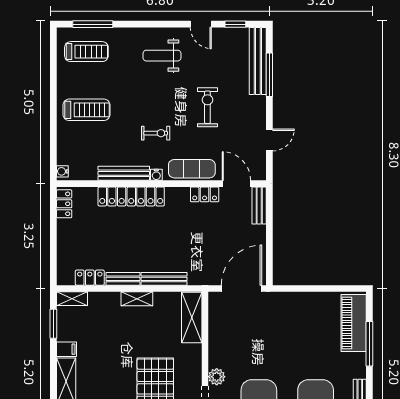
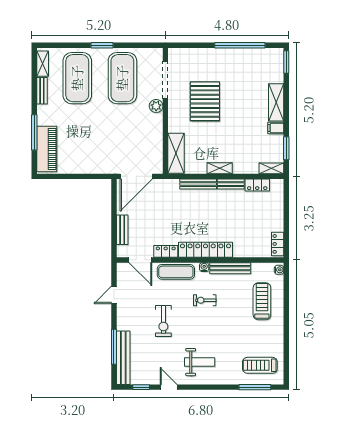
treadmill: (87, 110) -> (262, 301), moved, turned 90
locker: (131, 196) -> (206, 250), moved
bench: (259, 206) -> (122, 230), moved

